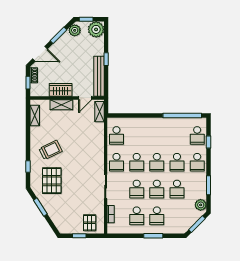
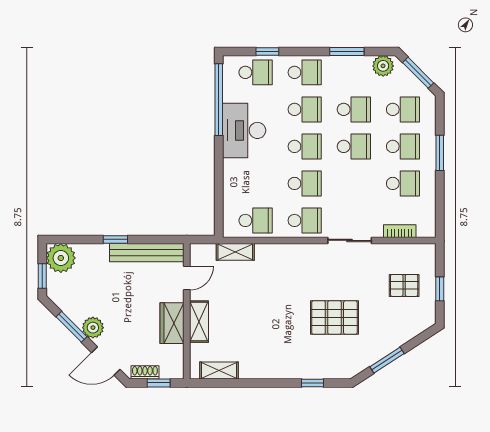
plant: (75, 30) -> (93, 328), moved
door: (40, 54) -> (106, 361), swing flipped
door: (85, 98) -> (187, 278), hinge flipped
shelving: (99, 112) -> (235, 252), moved
desk: (166, 129) -> (244, 130), added
trolley: (51, 150) -> (282, 342), removed
pallet: (52, 181) -> (334, 318), moved
school desk: (137, 189) -> (403, 109), moved
pallet: (90, 223) -> (404, 285), moved

